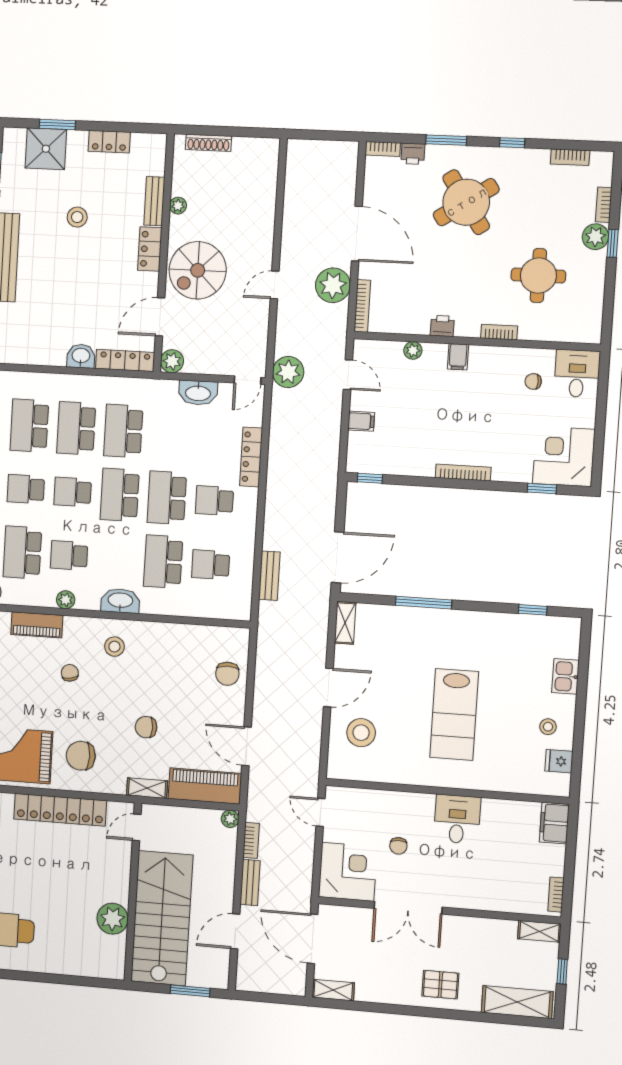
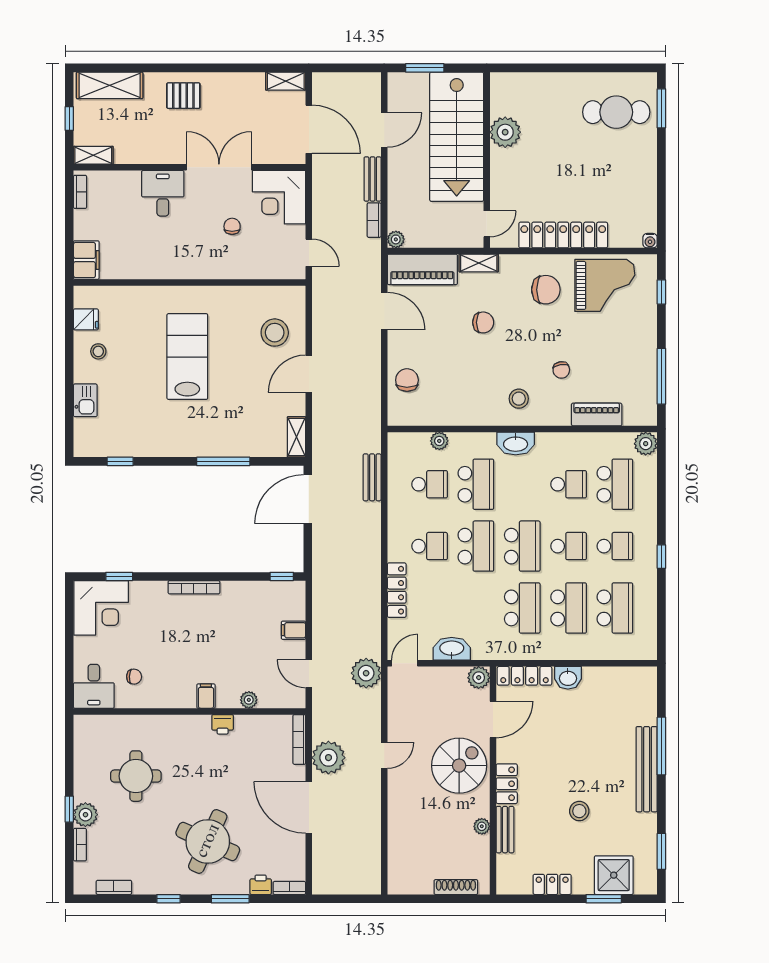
round table: (466, 202) -> (208, 841), turned -32
bookcase: (499, 332) -> (169, 721), removed
plant: (66, 600) -> (439, 441), moved
desk: (457, 819) -> (163, 193), moved, turned 180

